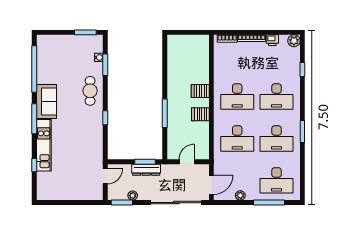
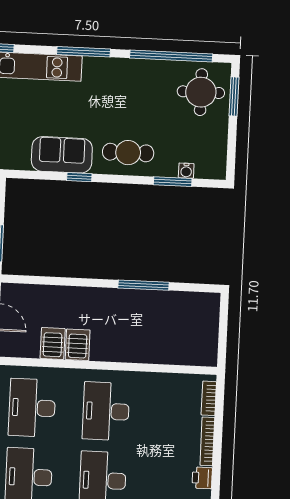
window: (85, 32) -> (234, 96), moved
round table: (54, 51) -> (201, 92), added
server rack: (200, 91) -> (53, 343), moved
sofa: (46, 101) -> (62, 155), moved, turned 180
window: (165, 113) -> (143, 285), moved

